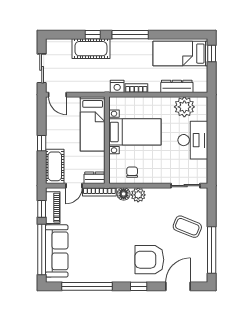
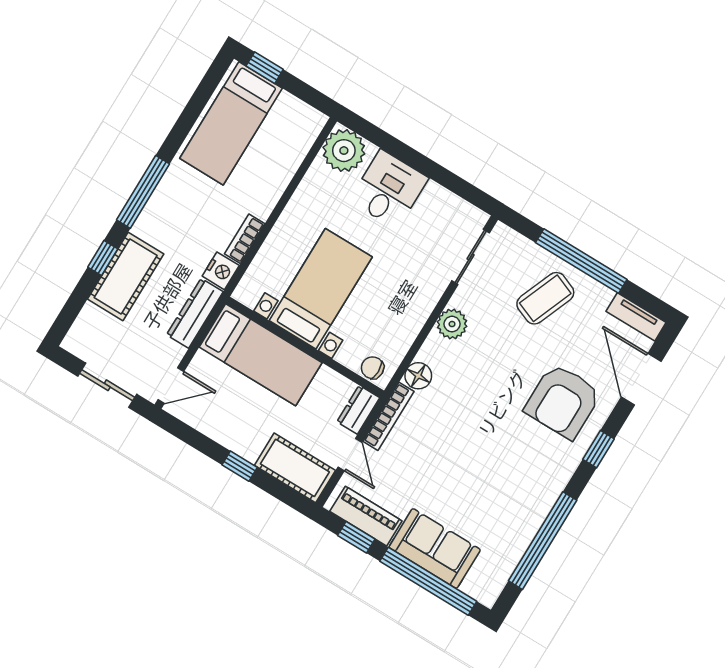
dresser: (177, 86) -> (195, 313), moved
plant: (184, 107) -> (344, 151), moved
desk: (193, 140) -> (389, 189), width x0.73
chair: (132, 172) -> (373, 368), moved
plant: (138, 195) -> (452, 324), moved
window: (212, 250) -> (581, 261), moved
sofa: (57, 251) -> (435, 548), width x0.73
tv unit: (202, 269) -> (636, 317), added

